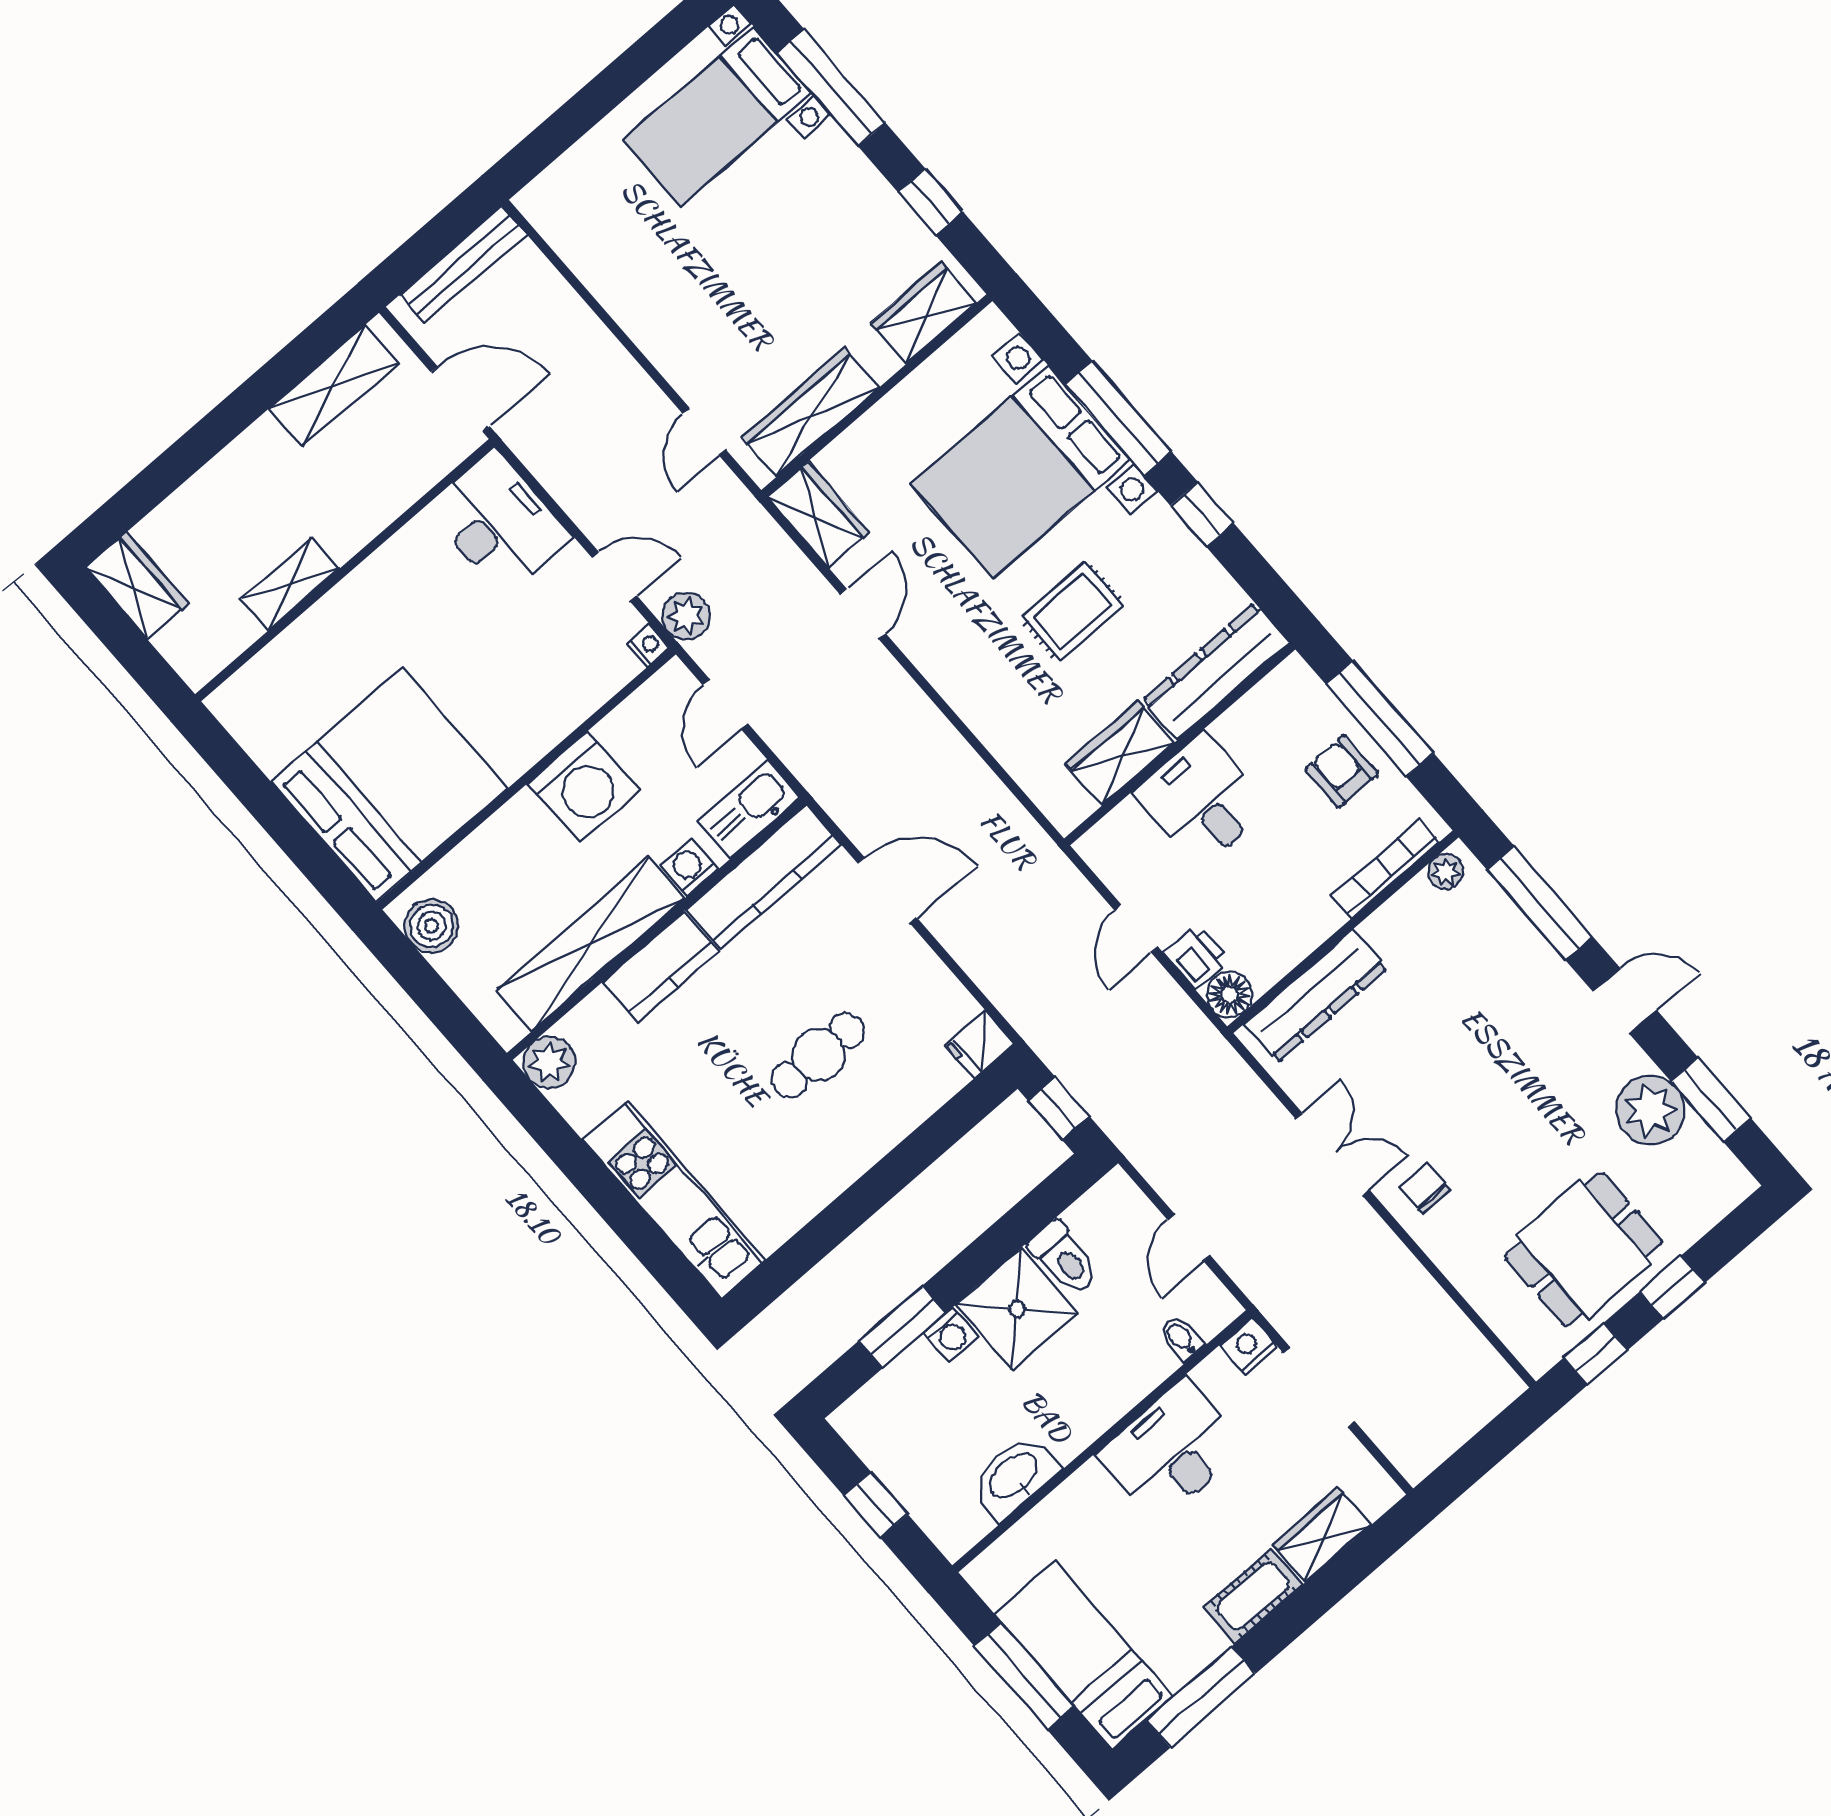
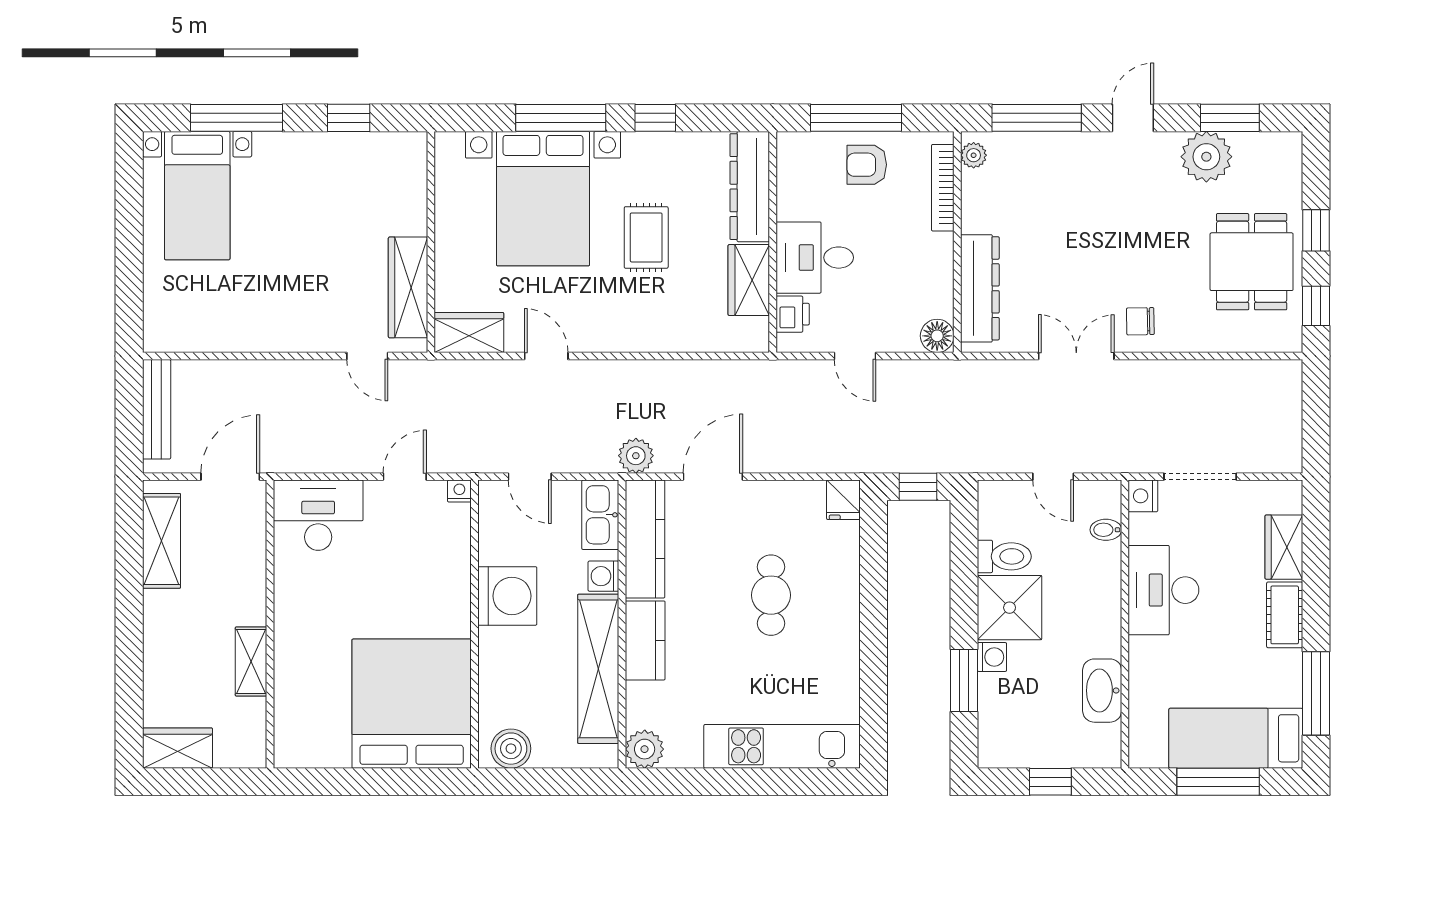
wardrobe: (924, 313) -> (407, 176), removed
plant: (686, 616) -> (636, 456), moved
printer: (1196, 956) -> (793, 314), moved, turned 90

